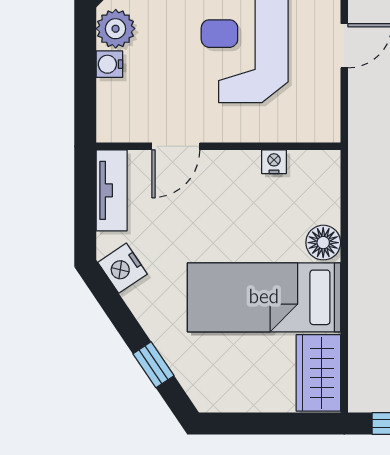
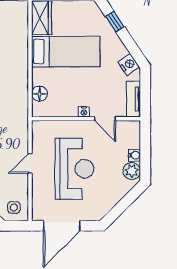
door: (176, 146) -> (105, 119), swing flipped
nightstand: (274, 162) -> (84, 112), moved
floor lamp: (323, 243) -> (39, 94), moved

